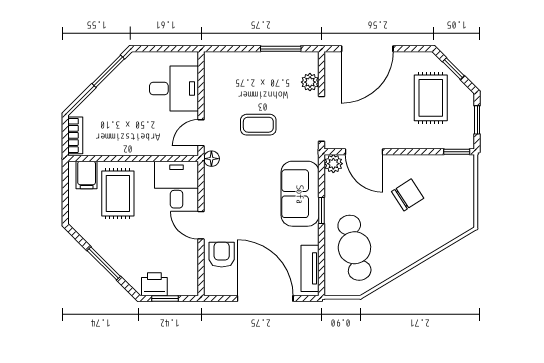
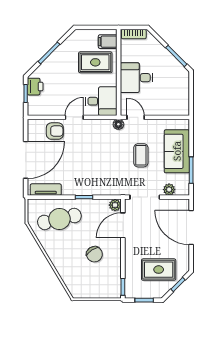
desk: (174, 89) -> (136, 78), moved, turned 90
sofa: (300, 194) -> (177, 151), moved, turned -90

